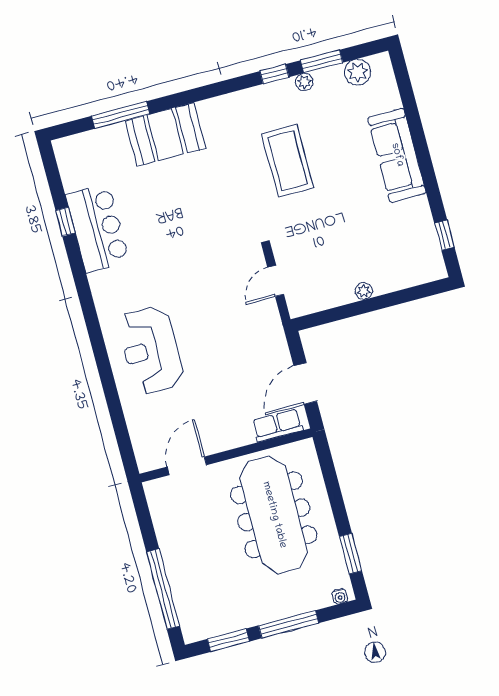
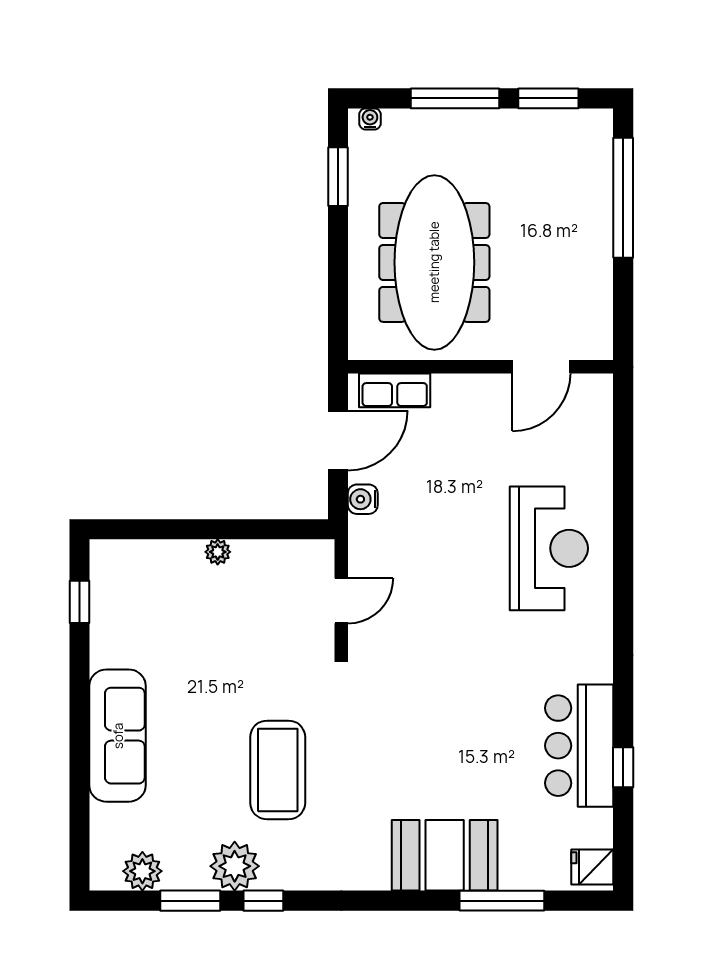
plant: (304, 82) -> (235, 866), width x1.88, depth x1.88
fridge: (68, 152) -> (592, 867), added
water cooler: (279, 350) -> (363, 499), added

